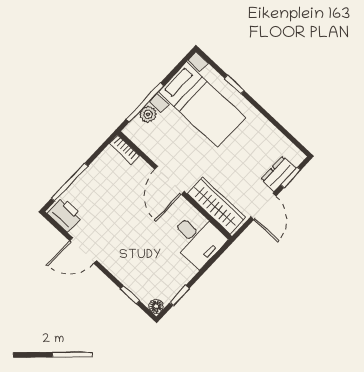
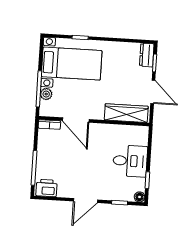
dresser: (278, 174) -> (147, 55), moved
door: (169, 180) -> (76, 120), moved
desk: (197, 239) -> (130, 161), moved
door: (83, 251) -> (85, 200), moved

